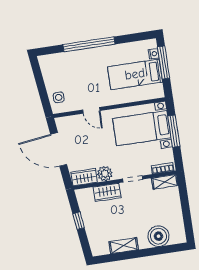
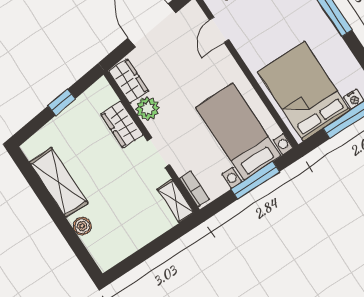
bed: (135, 74) -> (304, 91), width x1.50
door: (91, 110) -> (219, 30), moved
boiler: (158, 236) -> (82, 226), width x0.54, depth x0.54
shelving: (124, 246) -> (59, 182), width x1.50, depth x1.33

